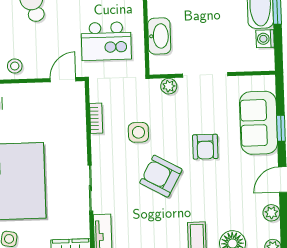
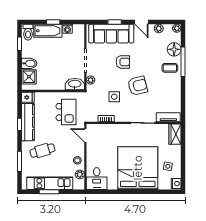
washbasin: (159, 36) -> (75, 84), moved
sofa: (259, 123) -> (111, 34), width x1.36
armchair: (161, 176) -> (138, 86), turned -133

